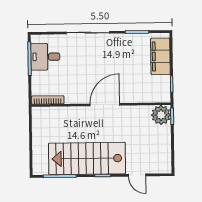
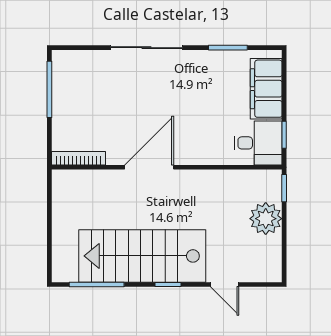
desk: (45, 57) -> (258, 143), moved, turned 180
door: (105, 105) -> (149, 167), moved
plant: (161, 115) -> (266, 219), moved

